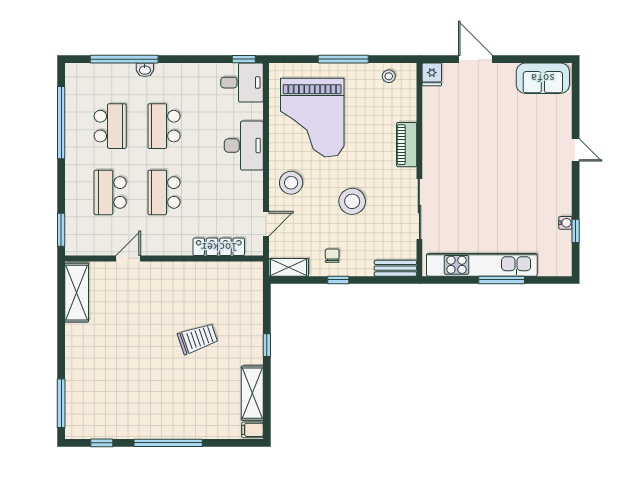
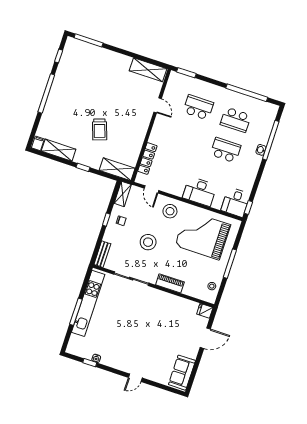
school desk: (164, 192) -> (188, 138), removed
shelving: (252, 289) -> (117, 169), added

